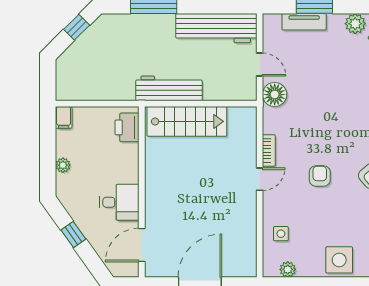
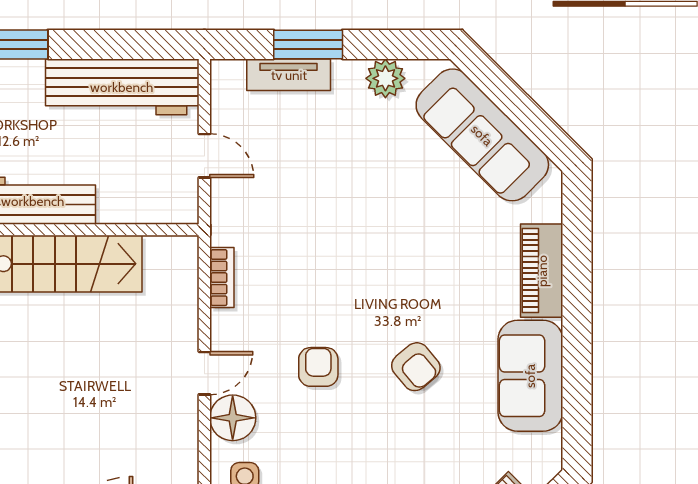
floor lamp: (275, 95) -> (233, 418), moved
bookcase: (269, 150) -> (222, 278), moved

